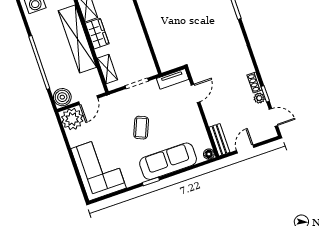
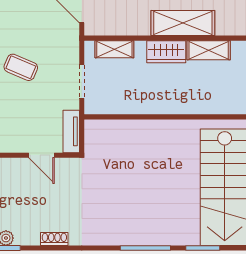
shelving: (77, 39) -> (183, 23), width x0.68
shoe rack: (255, 83) -> (54, 239), moved

